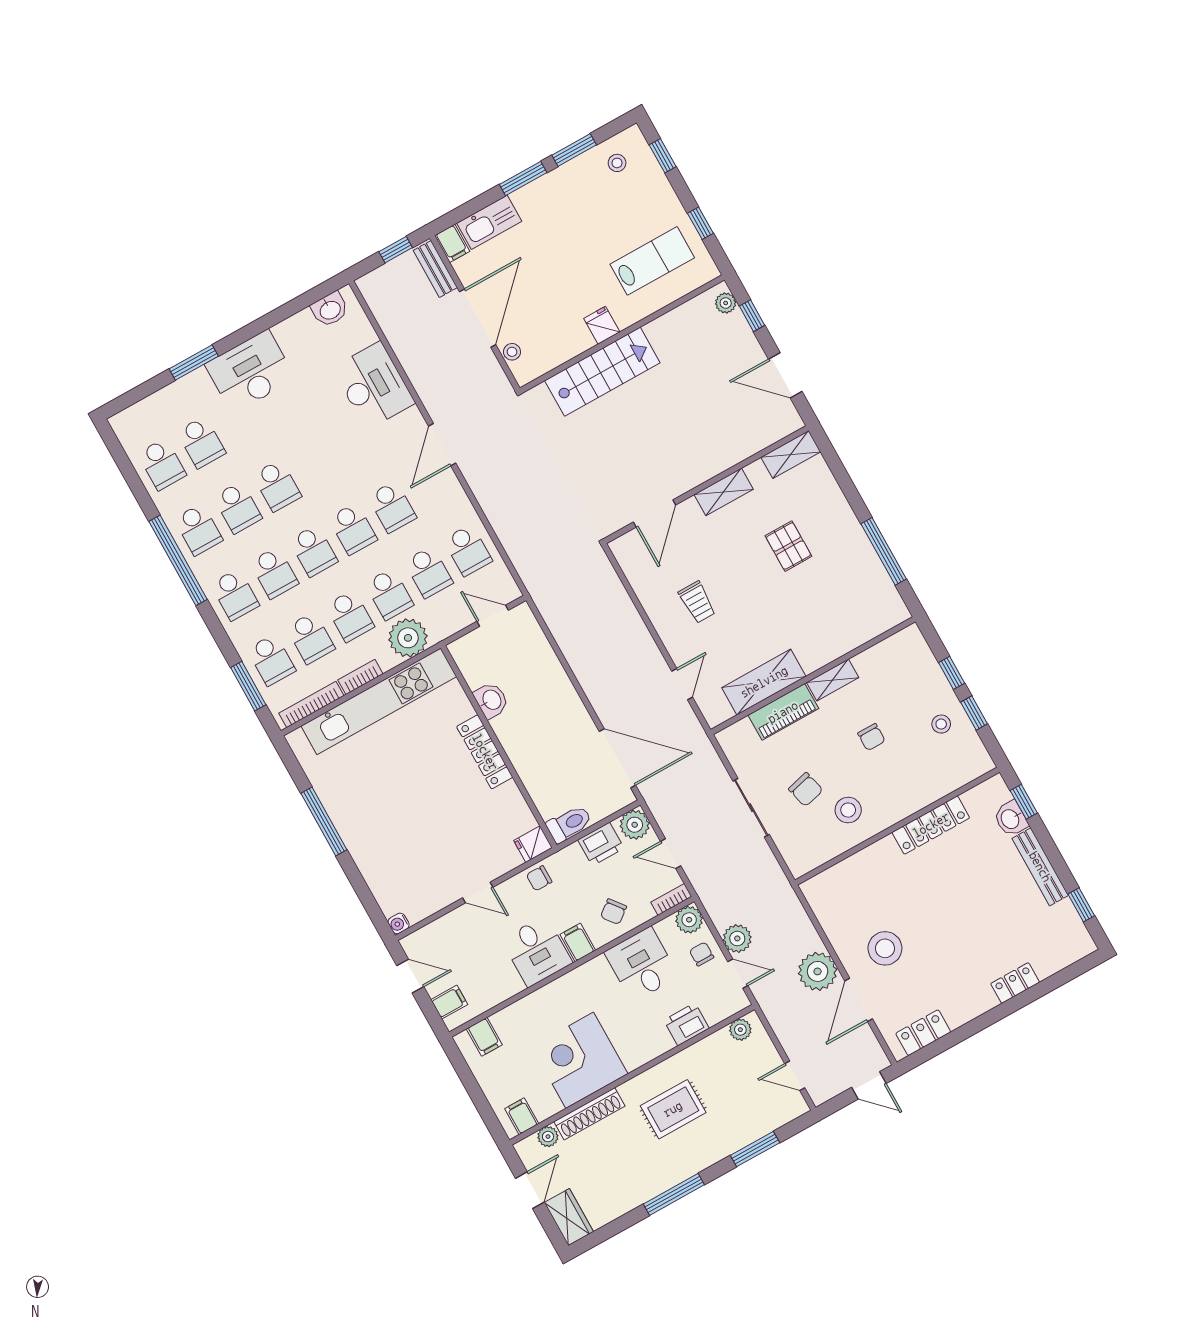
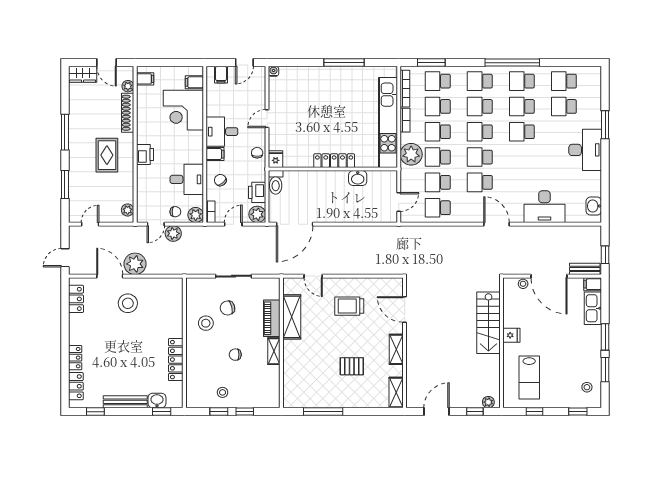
trolley: (697, 602) -> (349, 306), width x1.36, depth x1.39
locker: (1059, 957) -> (76, 386), added
printer: (686, 1024) -> (145, 155), moved
corner desk: (580, 1060) -> (183, 110), moved, turned 180

